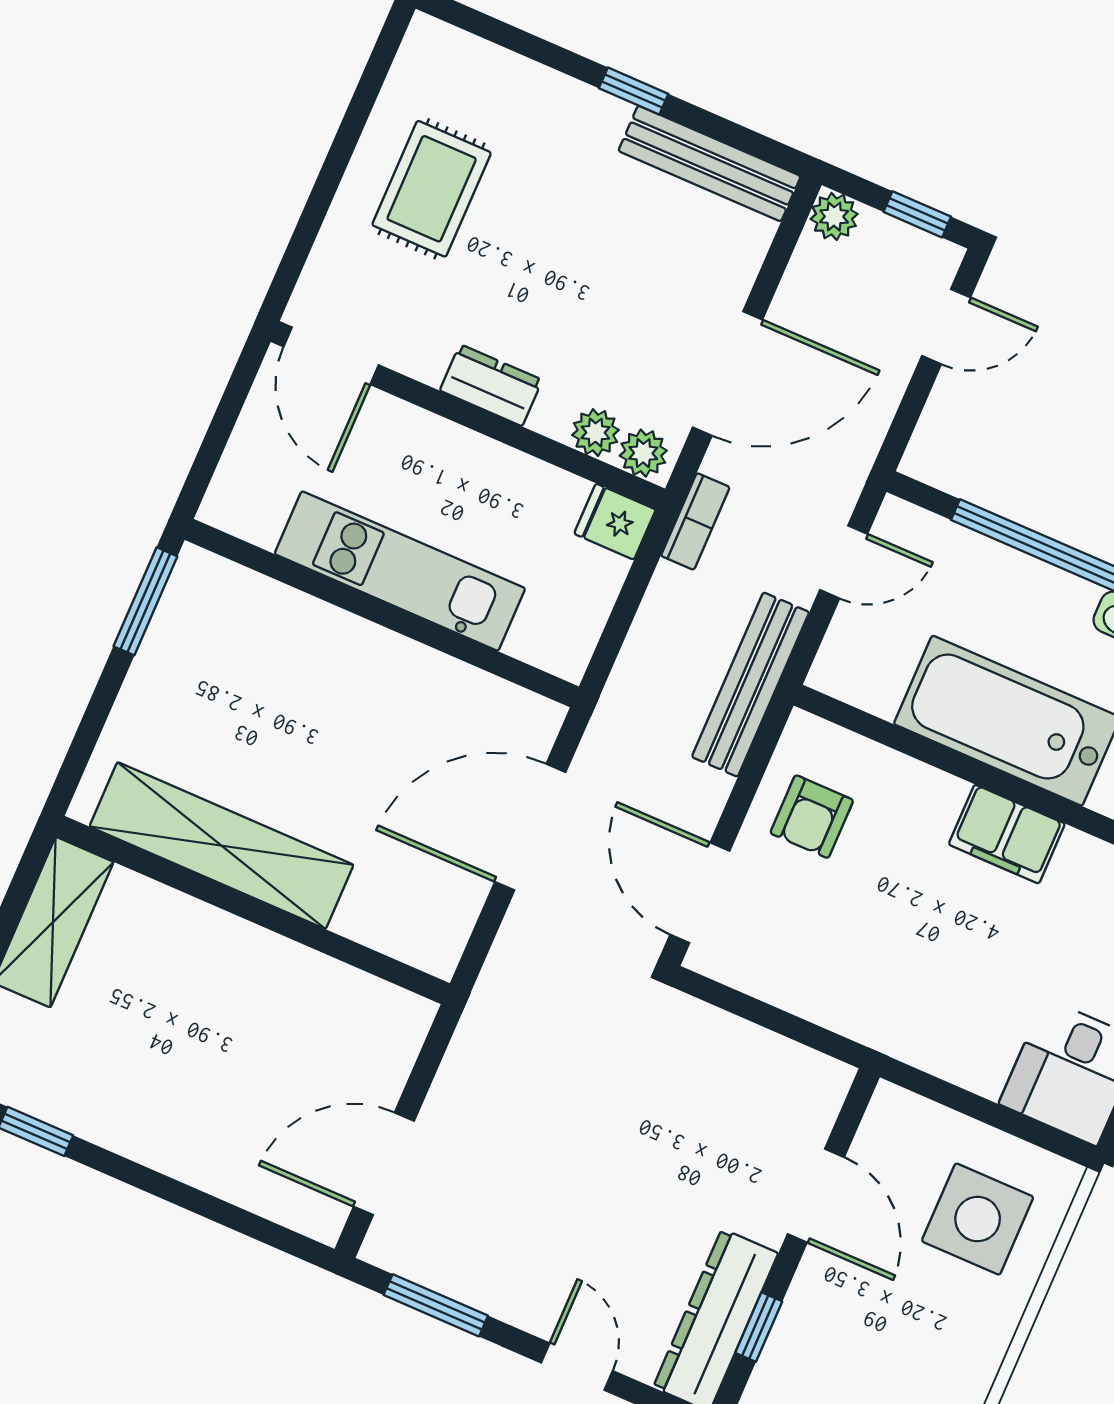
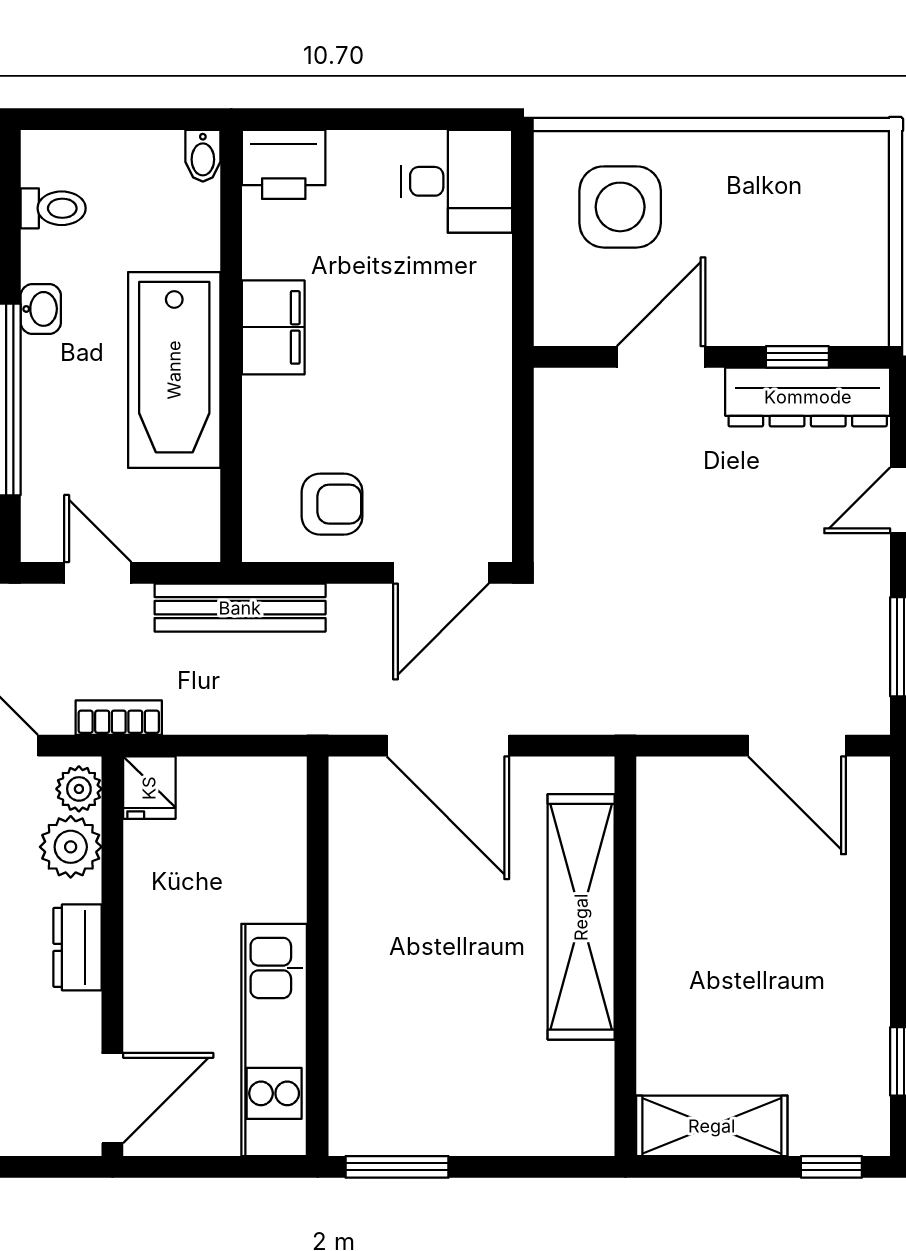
plant: (595, 433) -> (71, 847), width x1.38, depth x1.38
kitchen unit: (400, 571) -> (274, 1040), moved
shelving: (221, 846) -> (581, 917), moved

